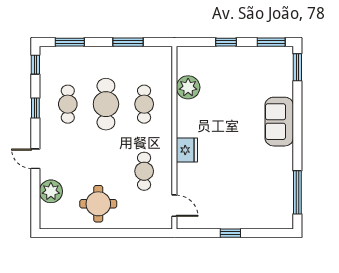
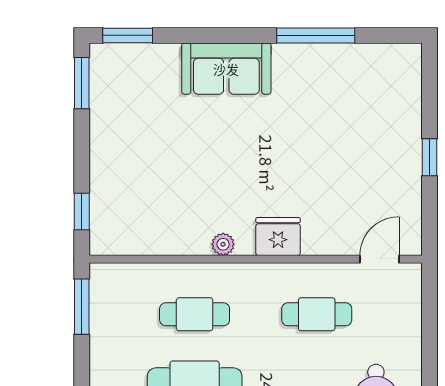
window: (128, 42) -> (82, 307), moved
window: (226, 42) -> (82, 211), moved
plant: (188, 87) -> (223, 244), moved, width x0.53, depth x0.53
window: (297, 192) -> (316, 35), moved

